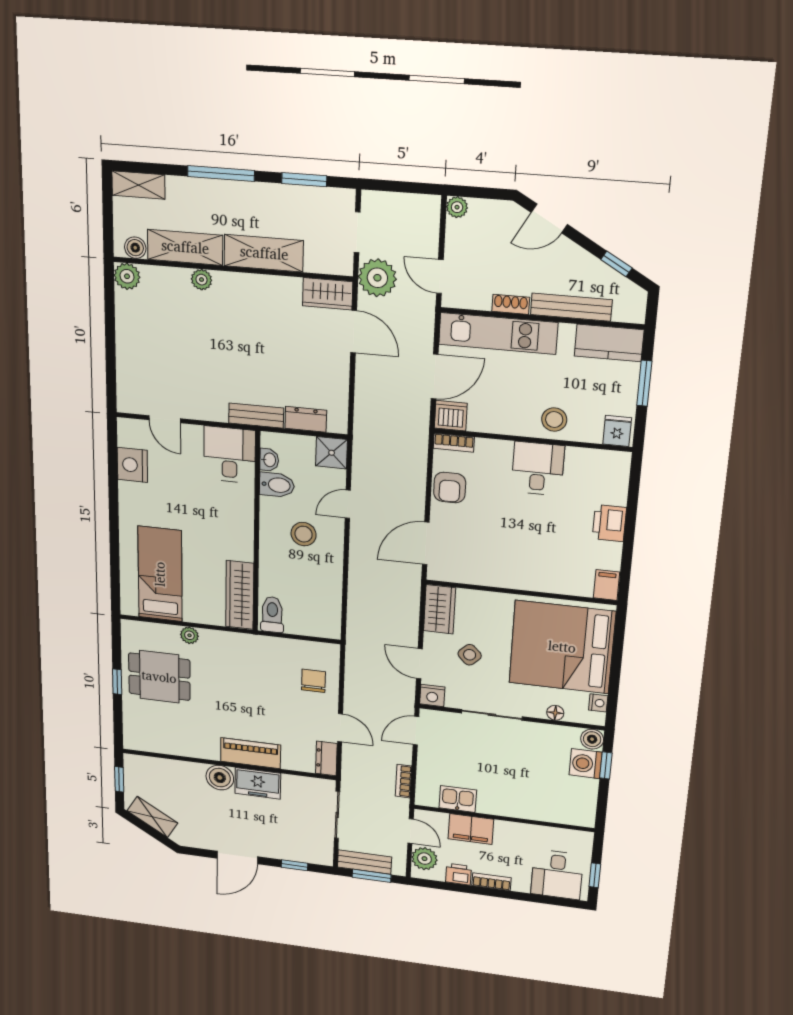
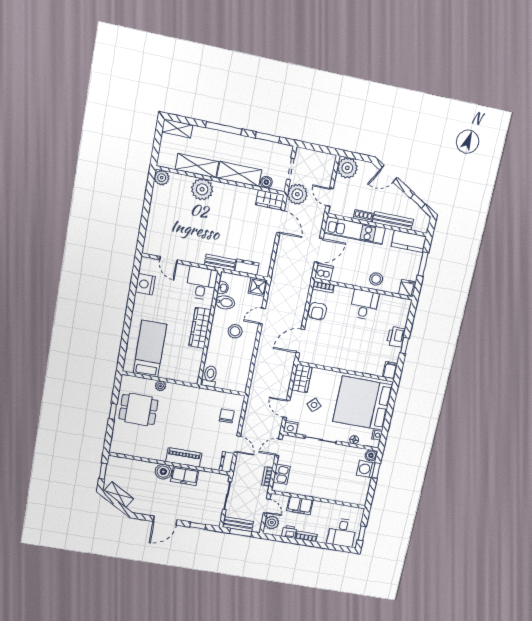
plant: (457, 207) -> (347, 168), width x1.88, depth x1.88
boiler: (135, 248) -> (266, 182), moved
plant: (202, 280) -> (202, 189), width x1.88, depth x1.88
window: (629, 538) -> (404, 345), added
wardrobe: (240, 595) -> (200, 328), moved
kitchen sink: (458, 799) -> (282, 474), moved, turned 90

